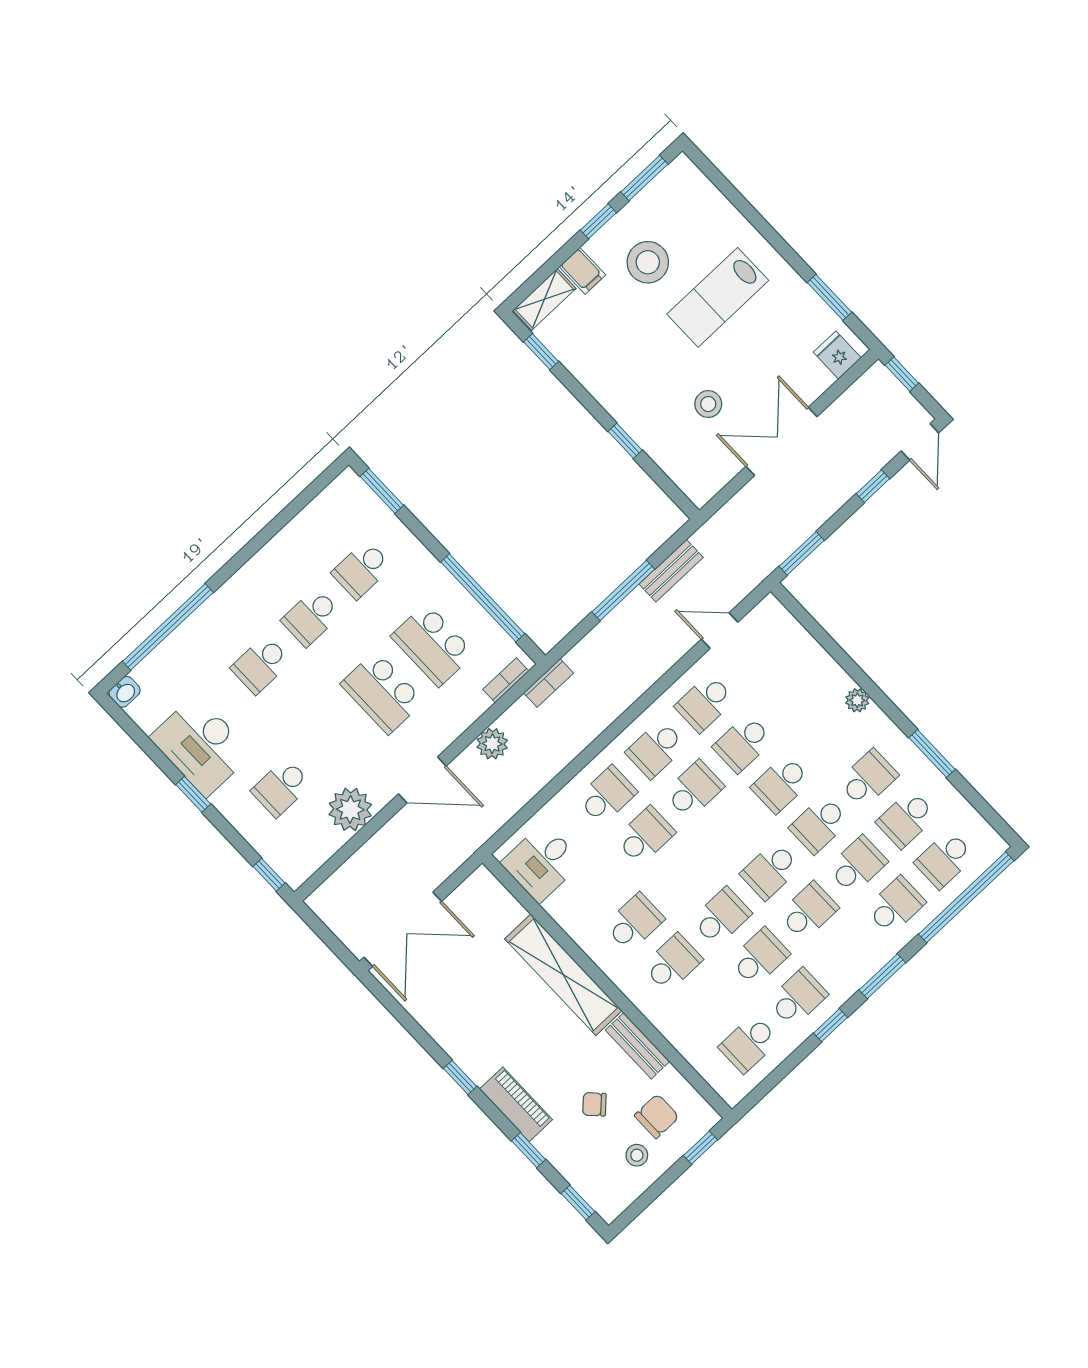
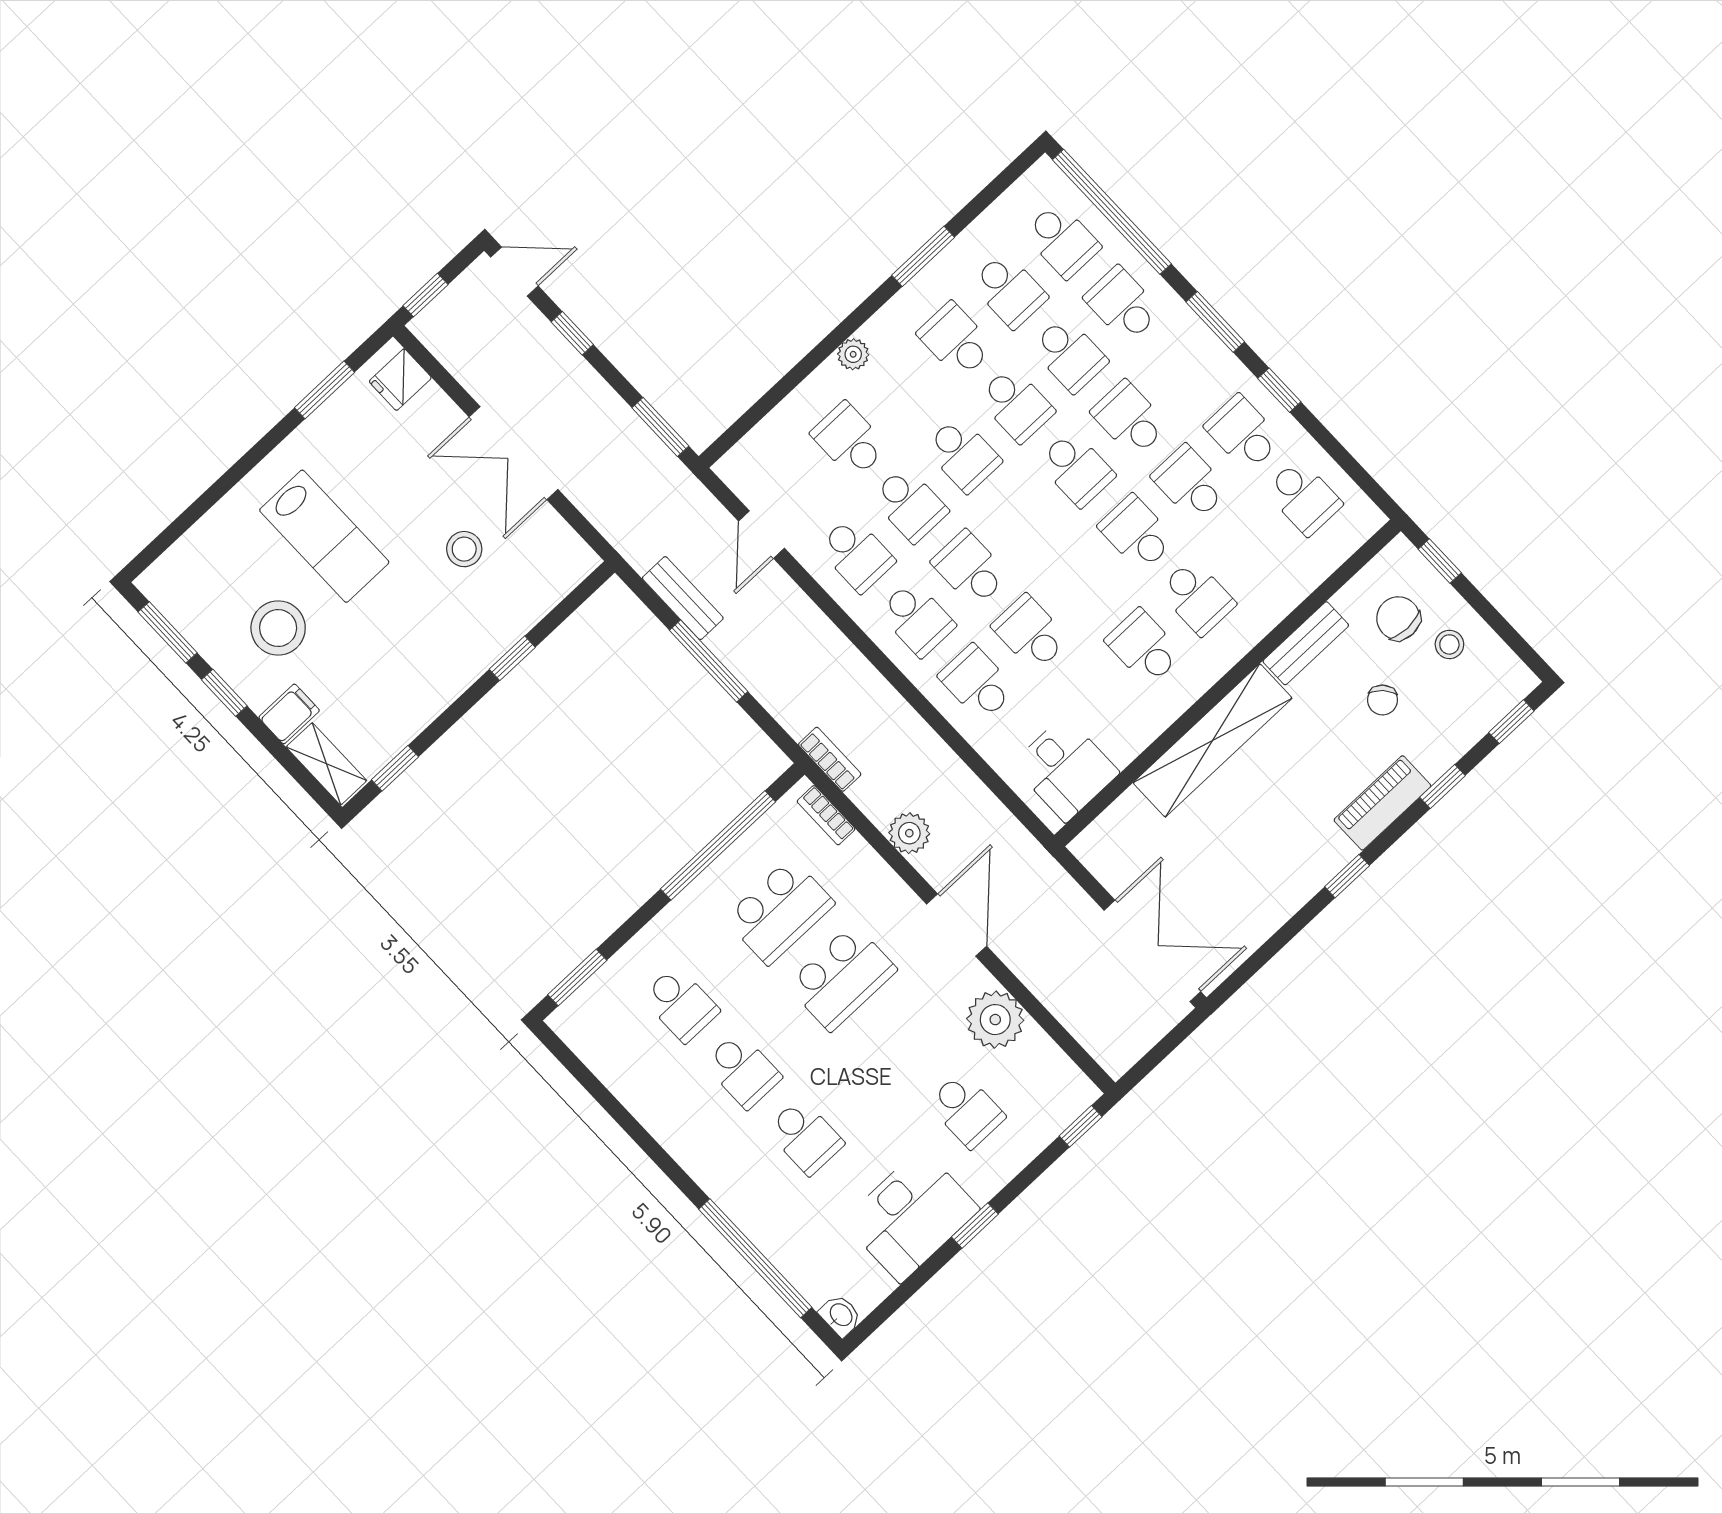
school desk: (792, 697) -> (849, 440), added
school desk: (857, 865) -> (1069, 354), turned 180
school desk: (673, 963) -> (1197, 597), turned 180

